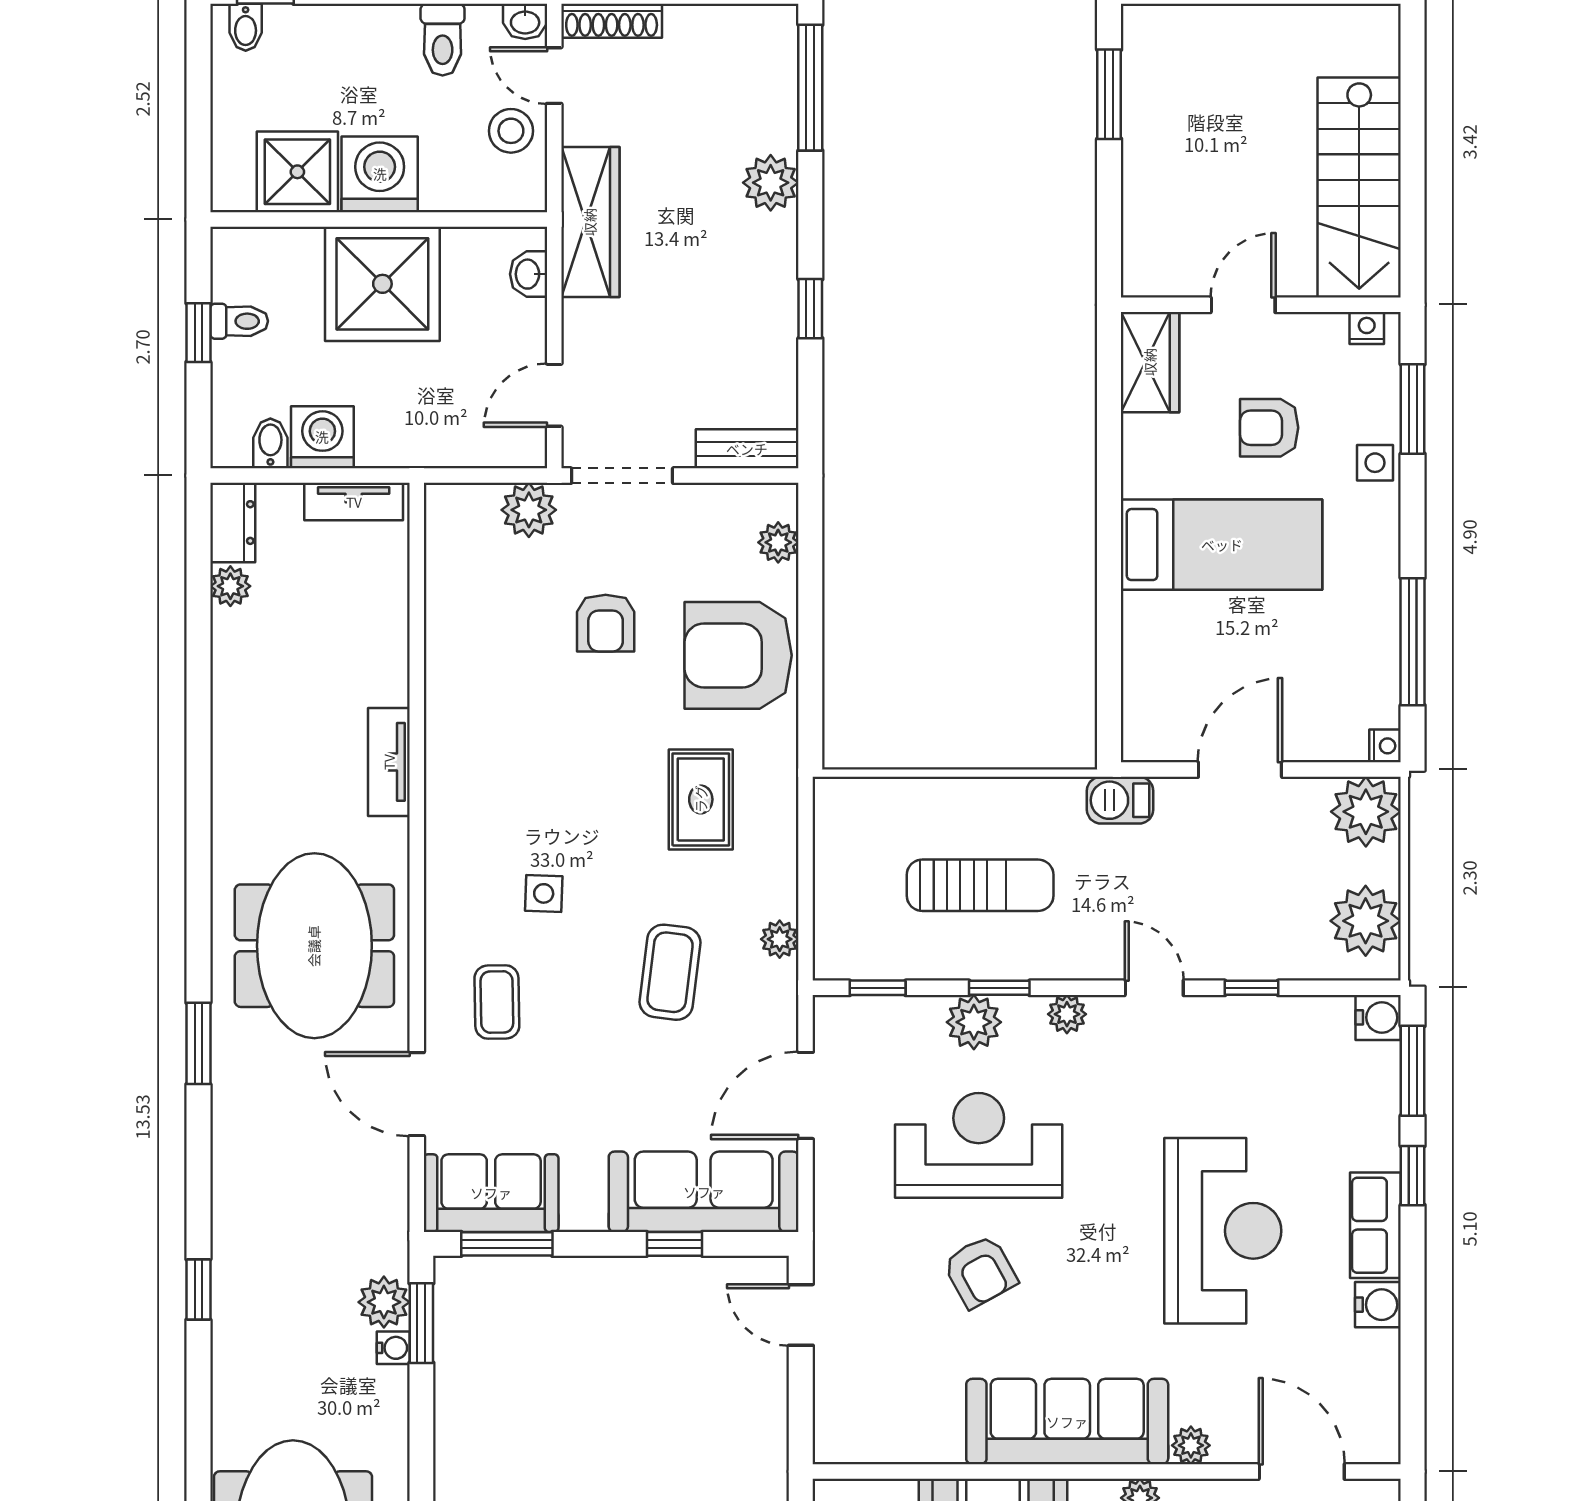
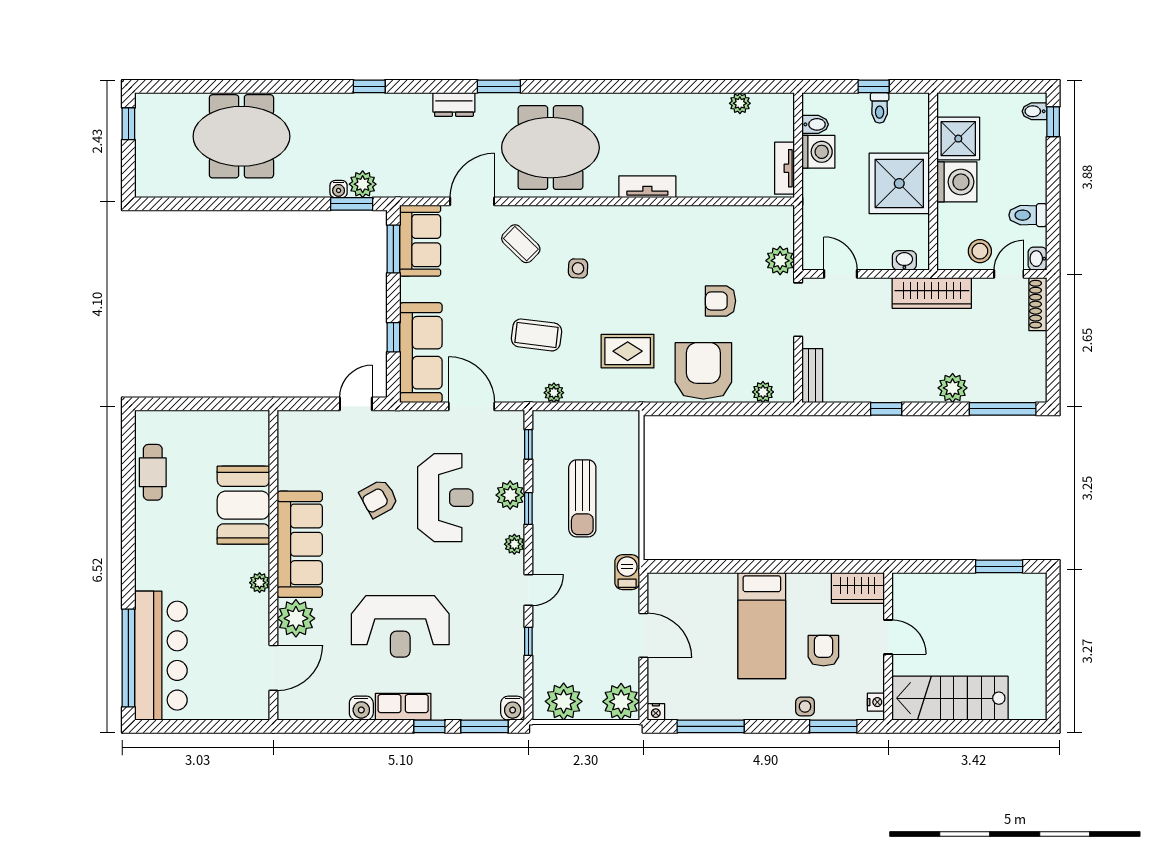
dresser: (233, 523) -> (454, 105), moved
coffee table: (497, 1002) -> (521, 244), turned 45
plant: (1191, 1445) -> (296, 618), width x1.88, depth x1.88

